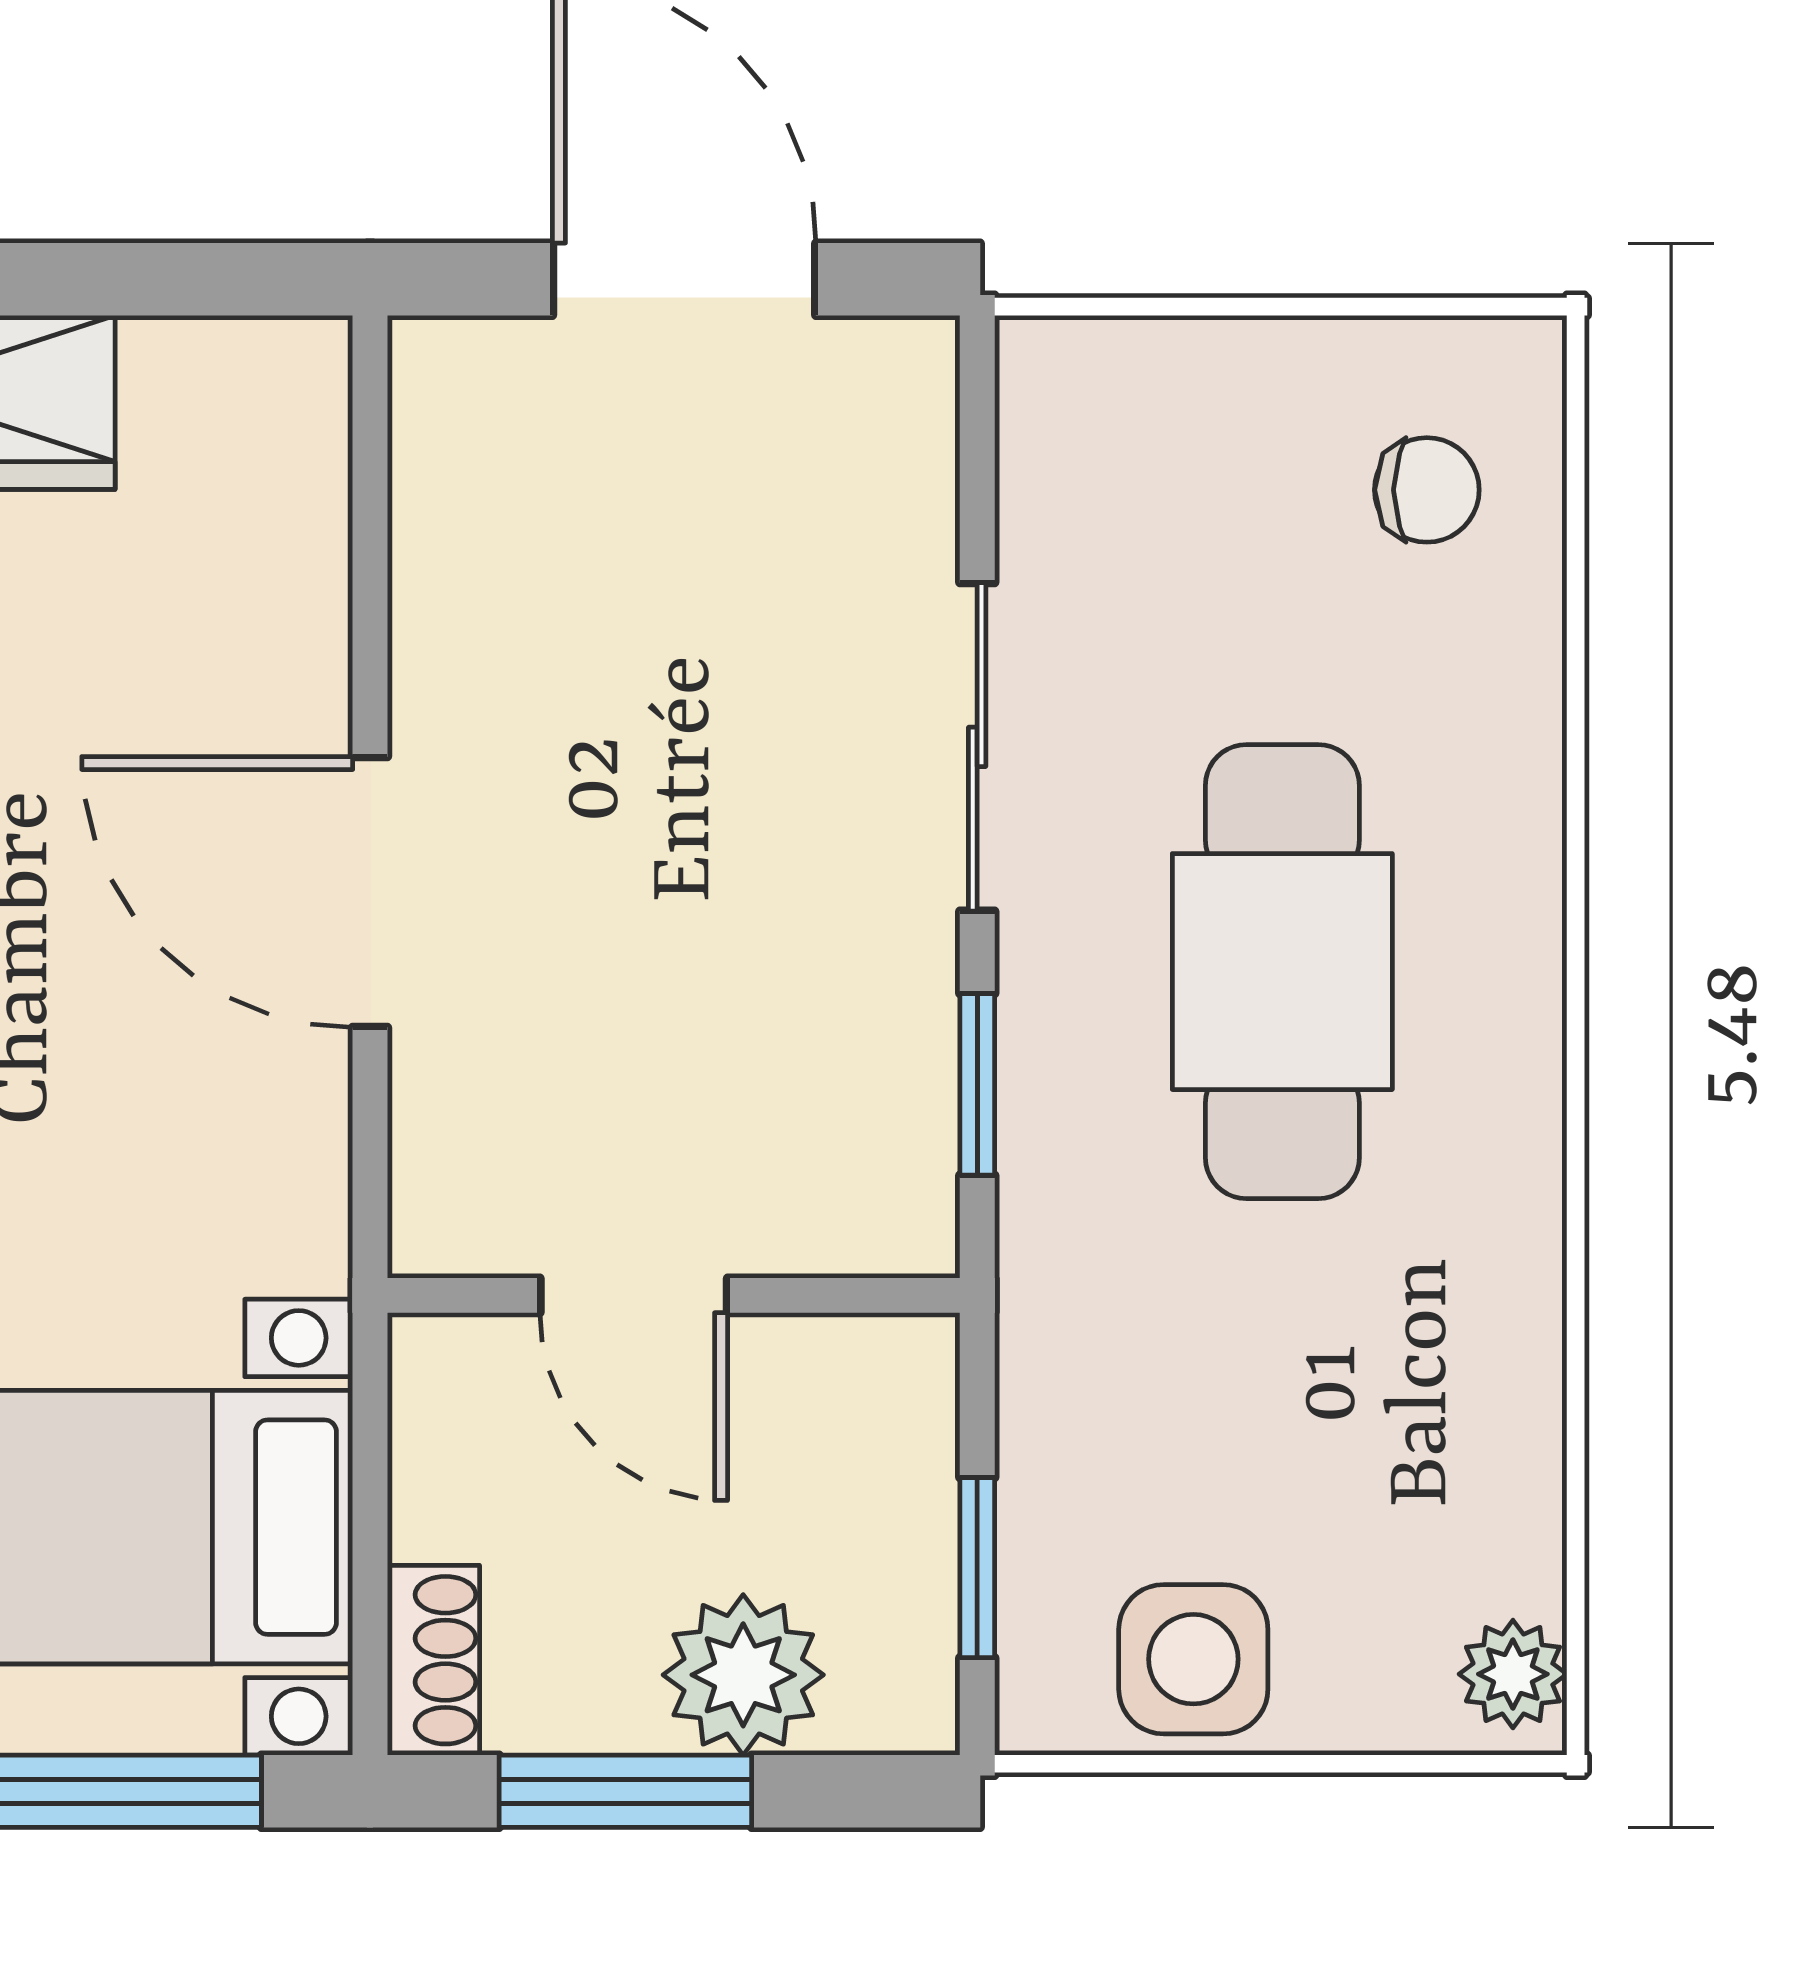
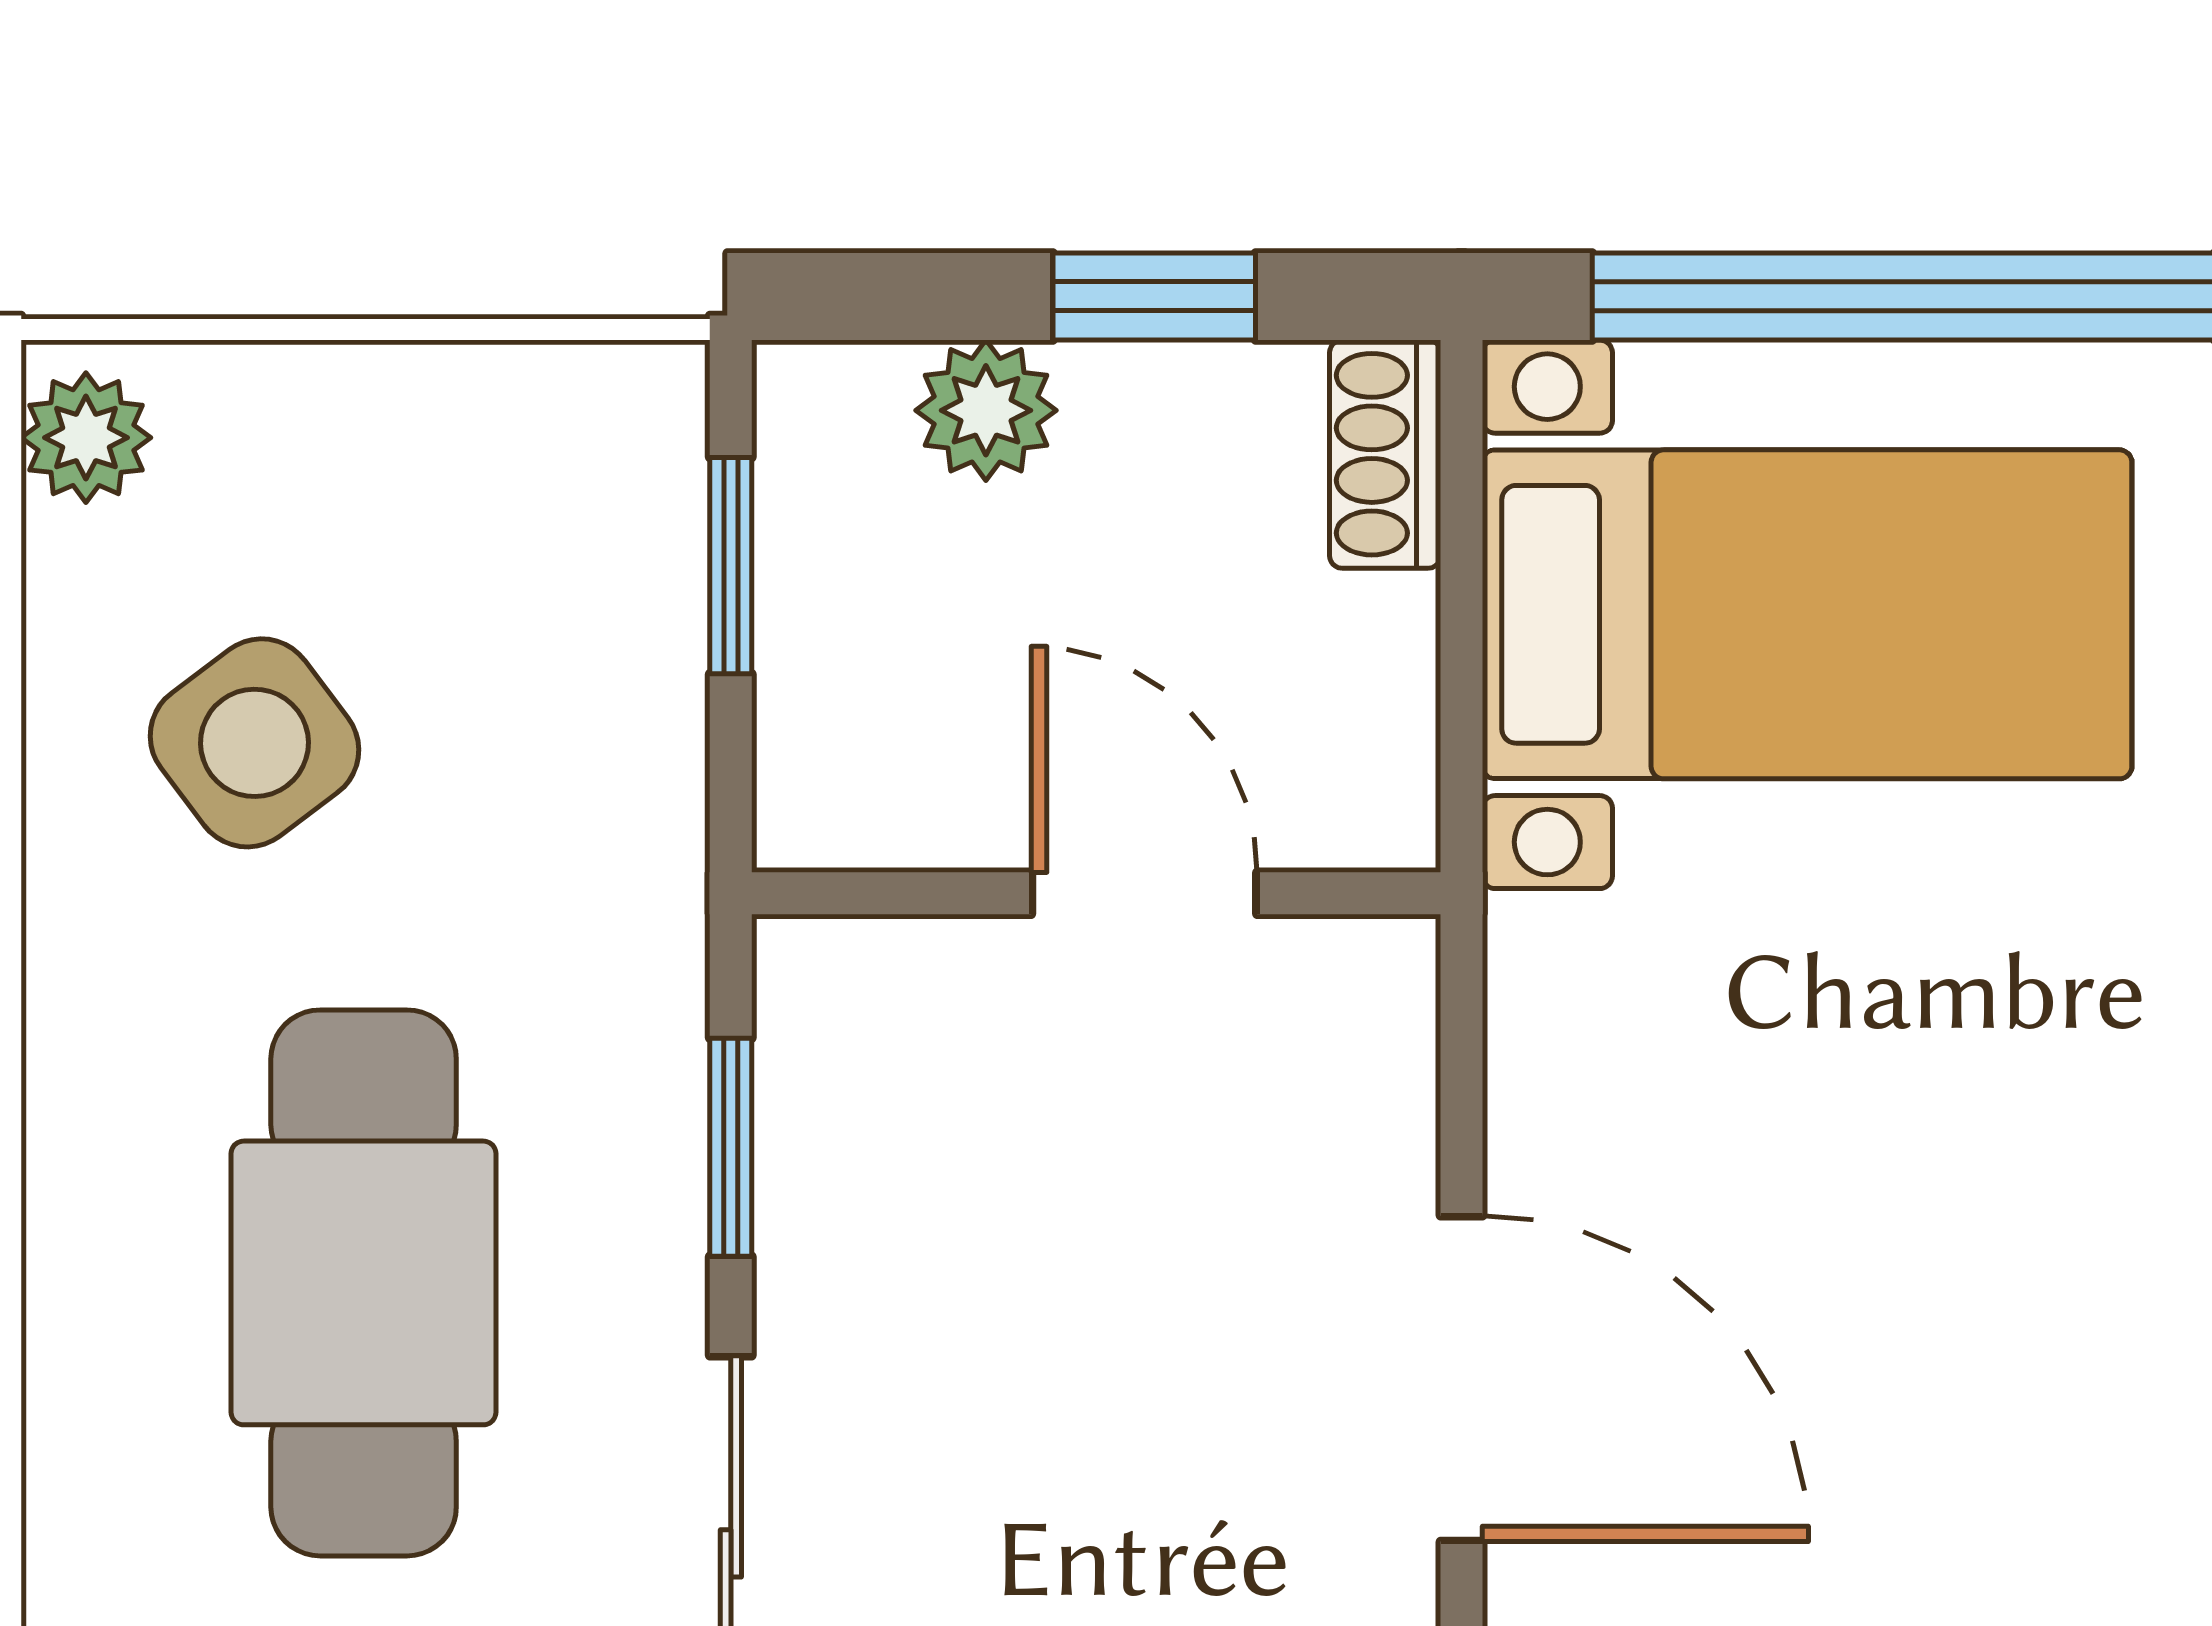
side table: (1193, 1659) -> (254, 743), moved, turned -37
plant: (743, 1675) -> (986, 410), width x0.73, depth x0.73
window: (625, 1791) -> (1154, 296), width x0.67

